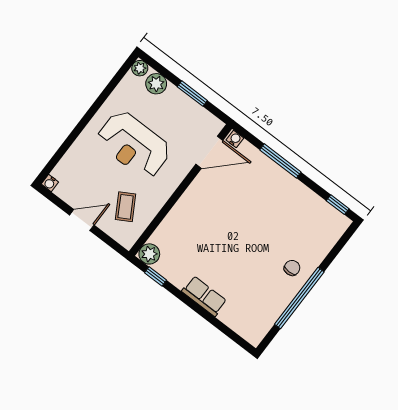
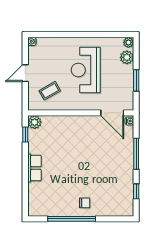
window: (338, 205) -> (136, 191), moved
door: (82, 220) -> (25, 73), swing flipped

